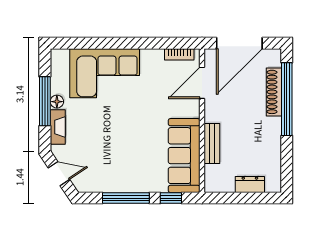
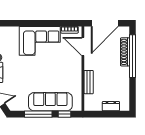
corner sofa: (105, 73) -> (40, 41), moved
door: (202, 83) -> (83, 47), hinge flipped
sofa: (184, 156) -> (50, 102), moved, turned 90

